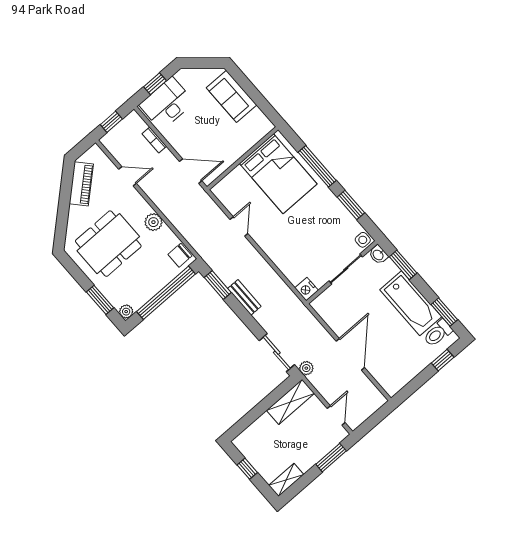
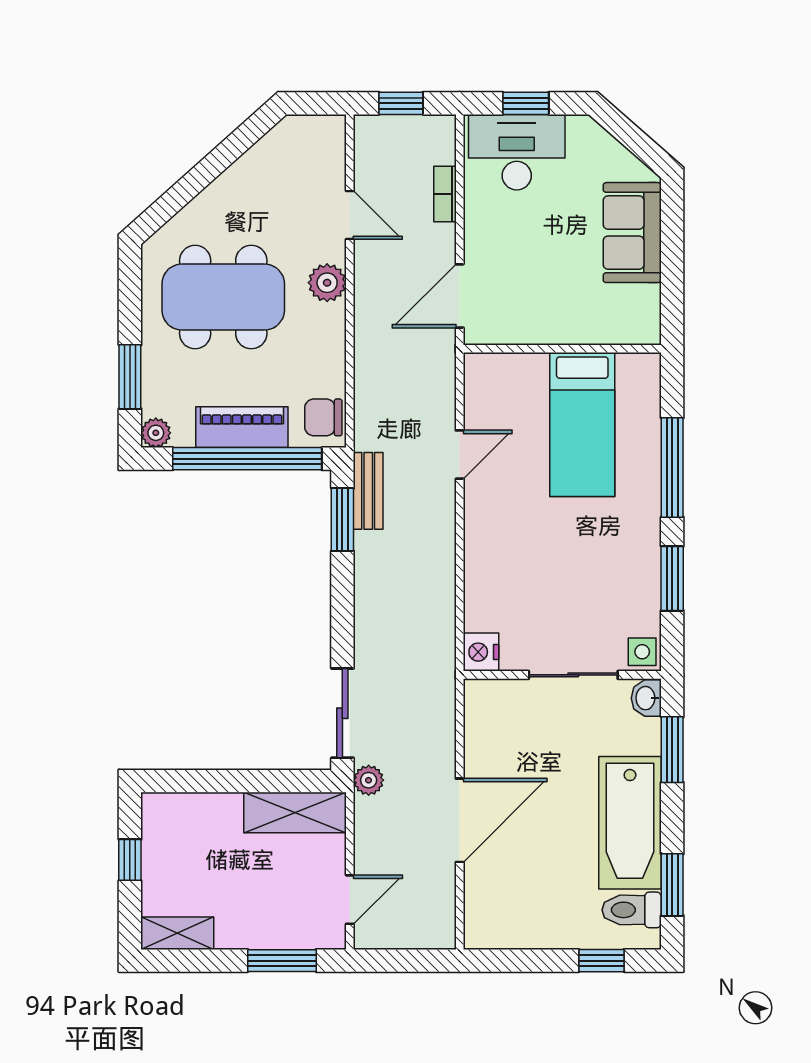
door: (191, 171) -> (460, 296), swing flipped
bed: (278, 174) -> (582, 425), width x0.67
piano: (81, 184) -> (242, 427), moved, turned -138
plant: (153, 222) -> (327, 283), moved
bench: (244, 297) -> (368, 491), moved

